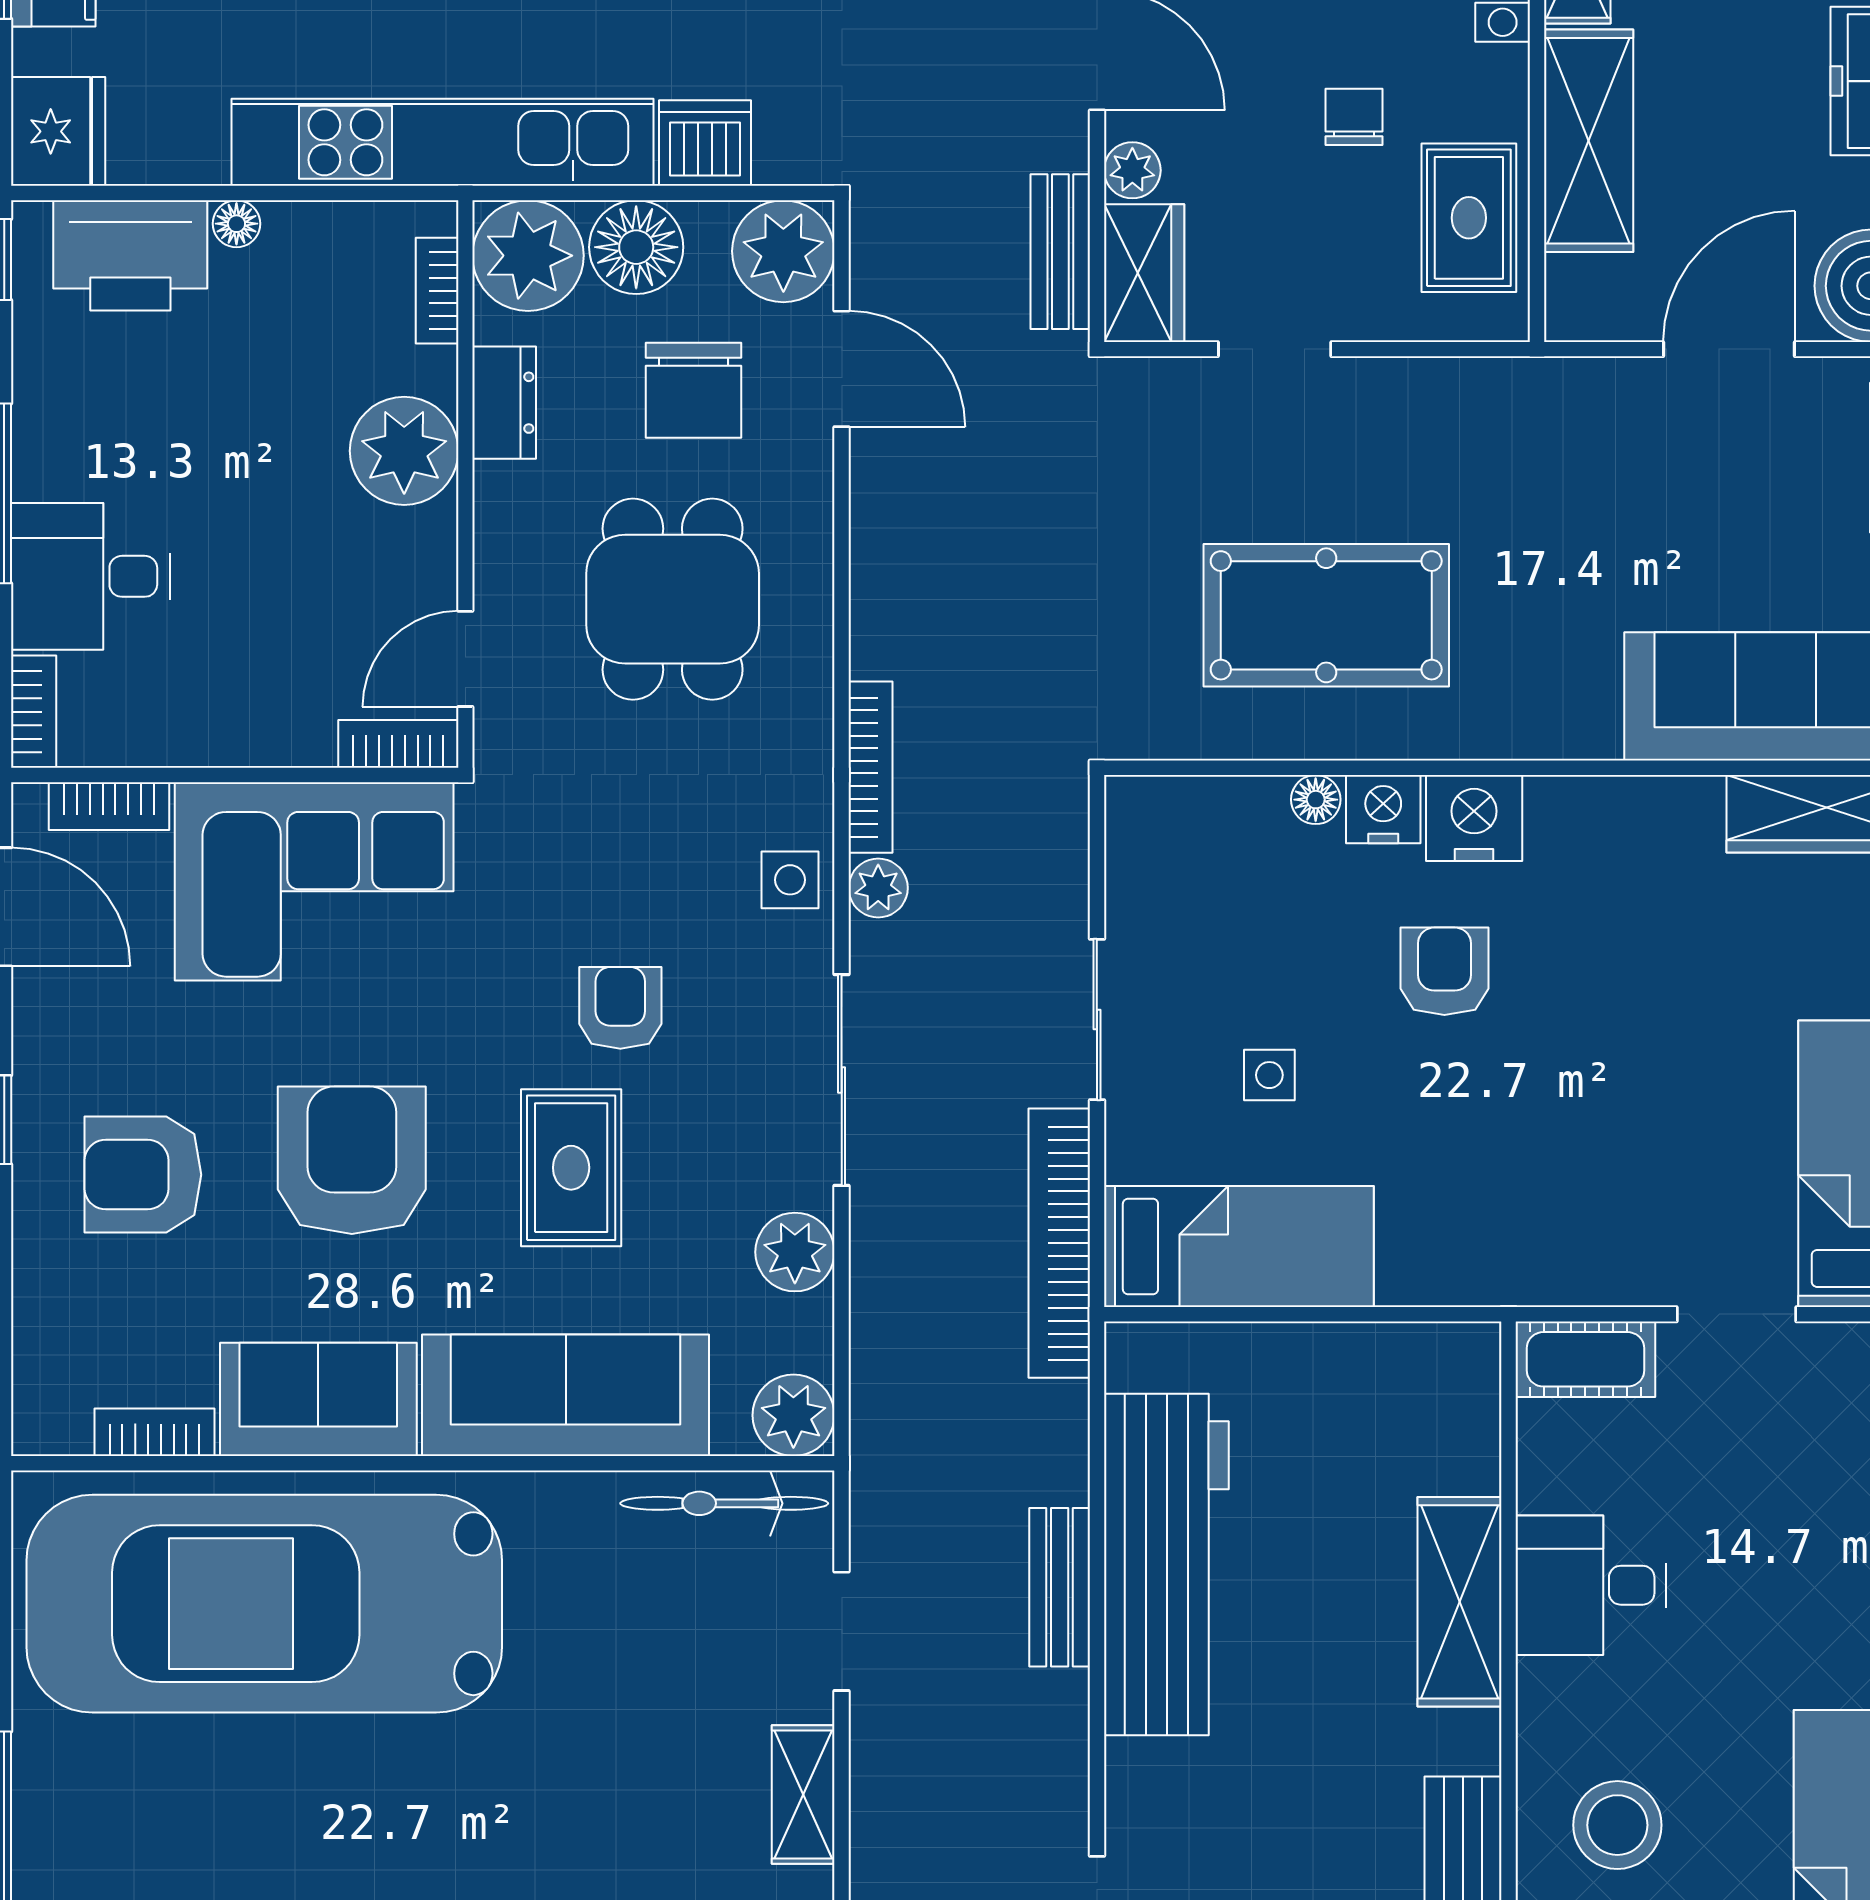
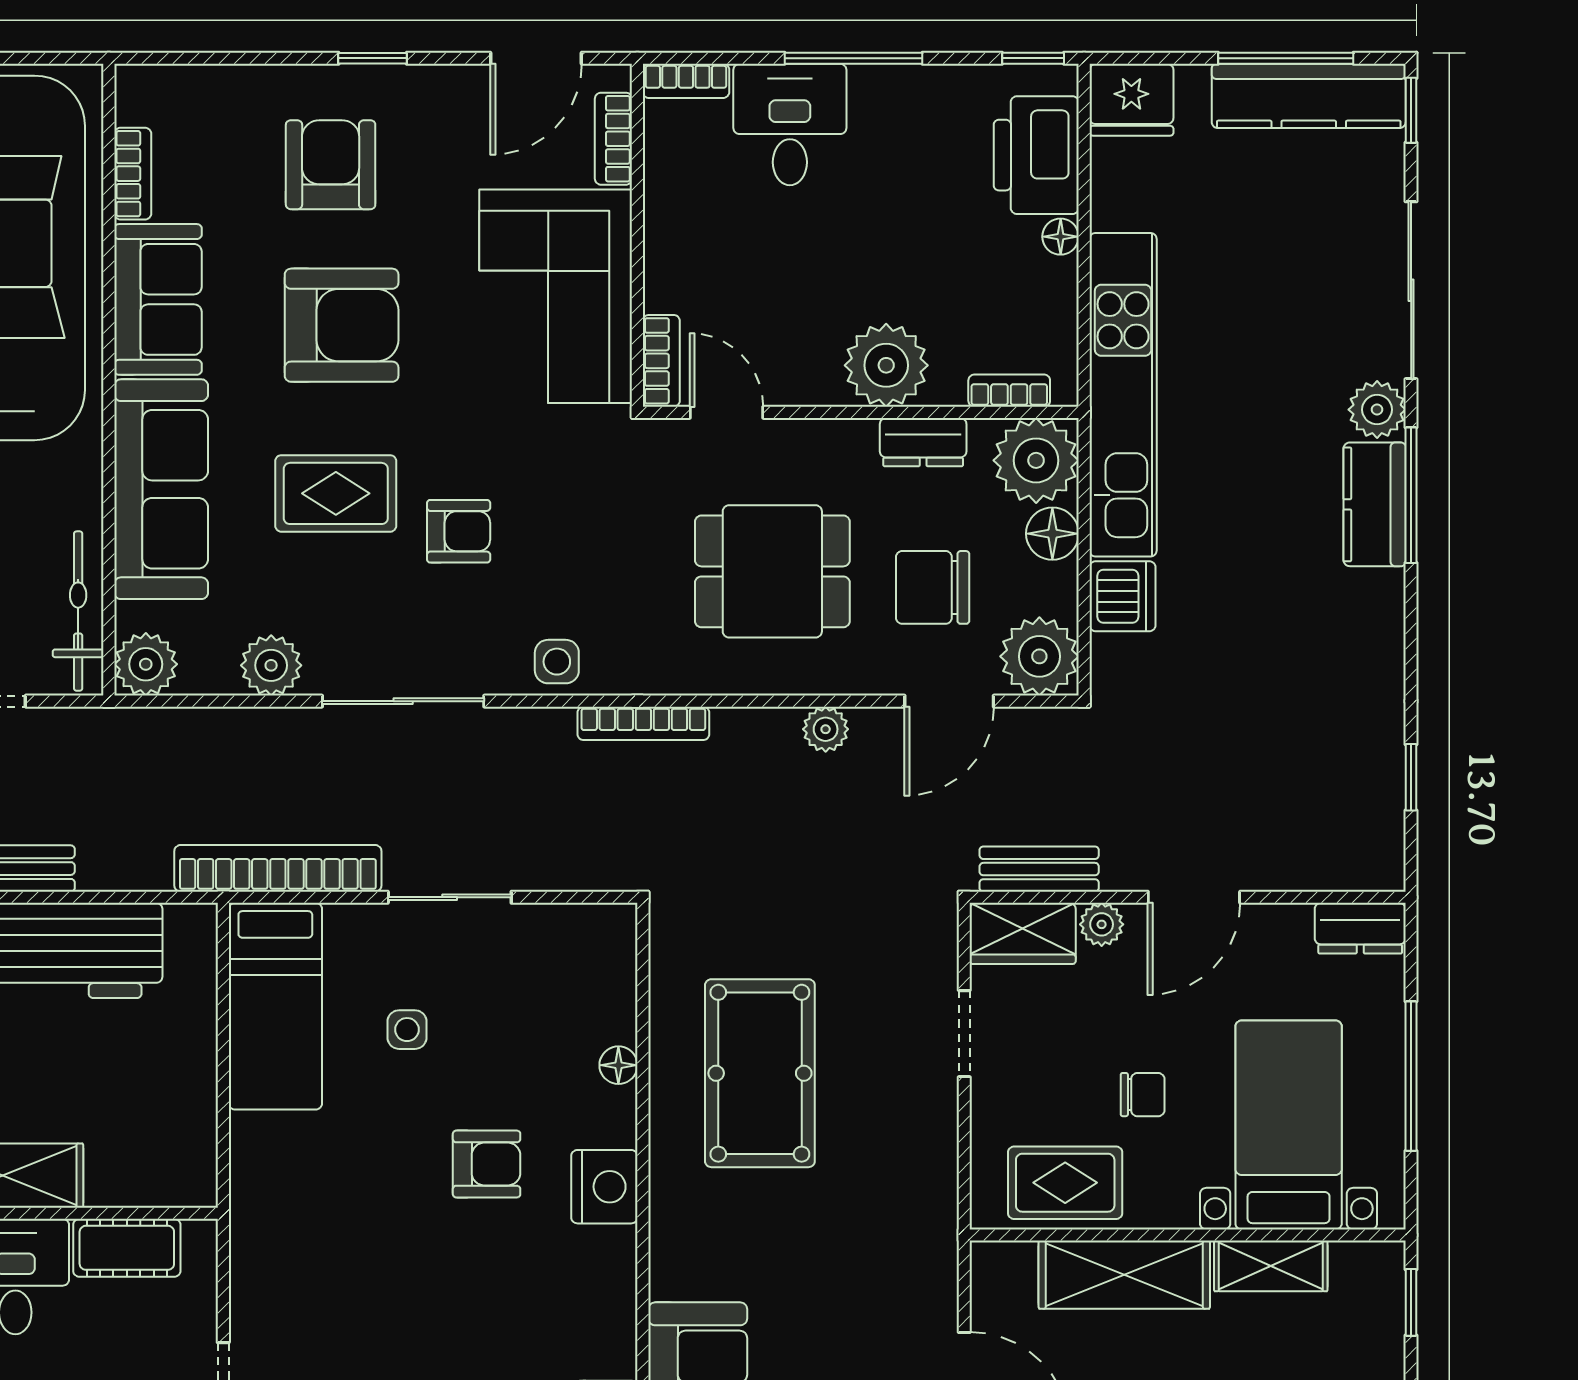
floor lamp: (636, 247) -> (1052, 534), width x0.73, depth x0.73
nightstand: (1383, 809) -> (611, 1117), removed
plant: (878, 888) -> (826, 729), moved
cot: (1585, 1359) -> (127, 1248), moved, turned 90

